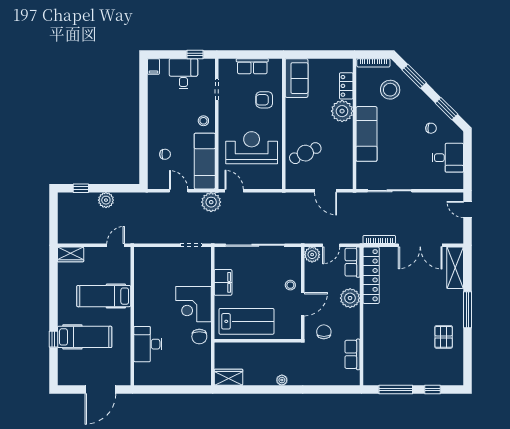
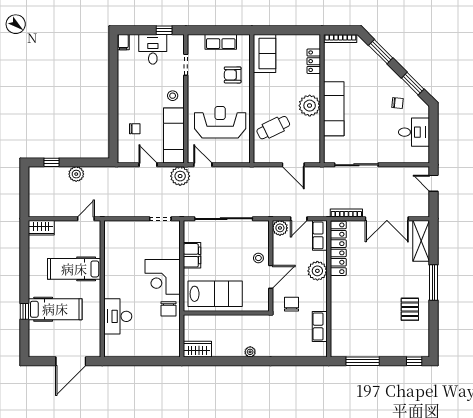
stool: (390, 90) -> (357, 65), removed
plant: (342, 111) -> (310, 106), moved
window: (432, 390) -> (414, 361), moved

